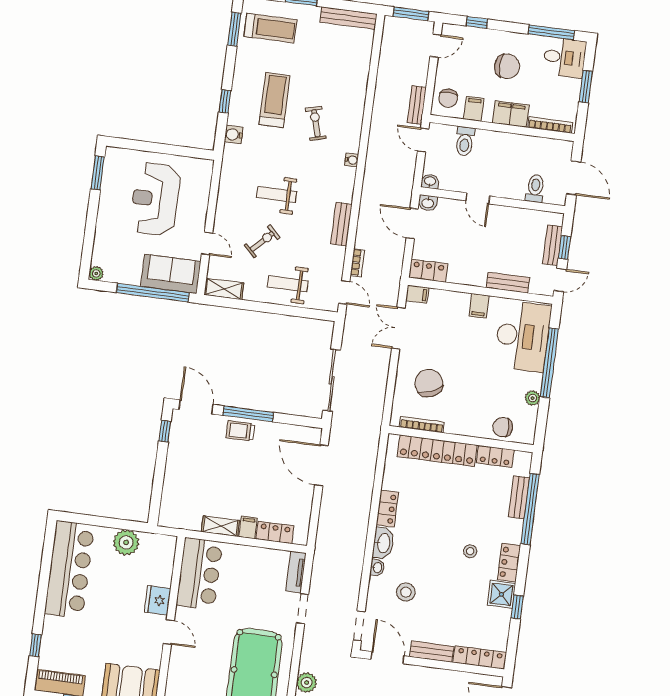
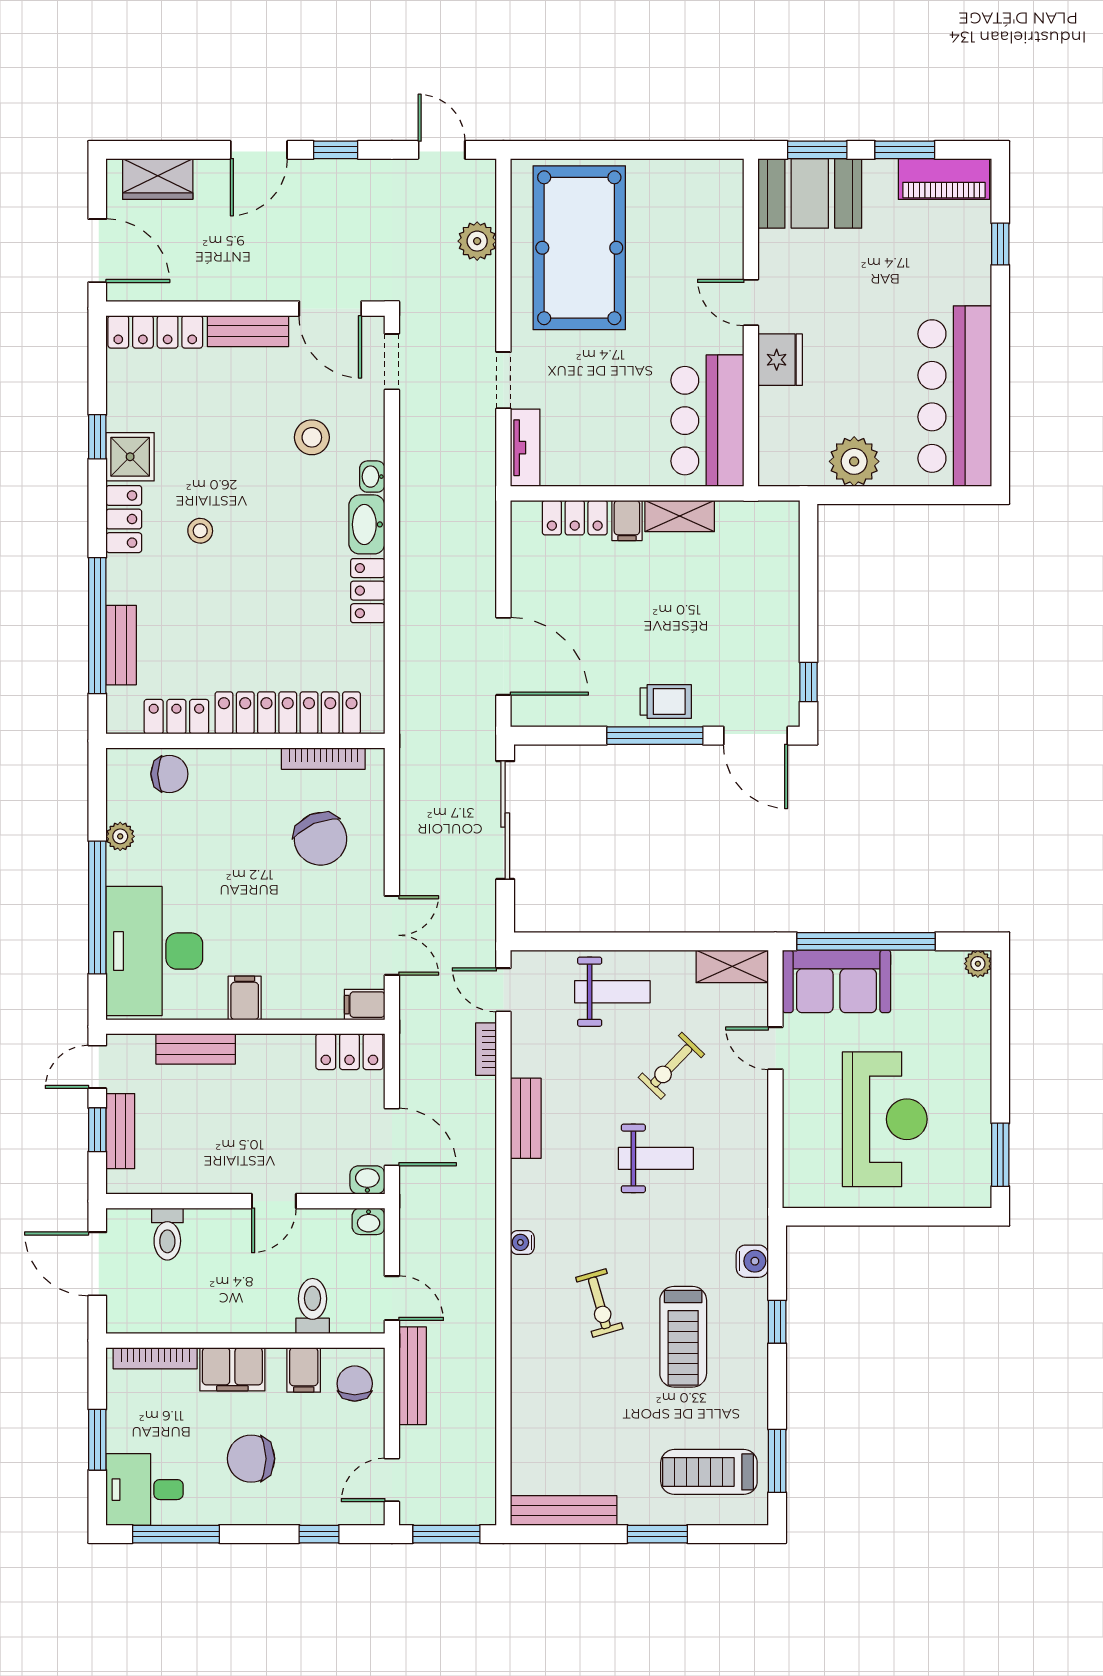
bench: (417, 105) -> (413, 1376), width x1.36
door: (478, 198) -> (274, 1201), swing flipped

